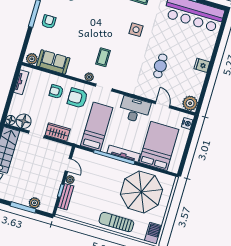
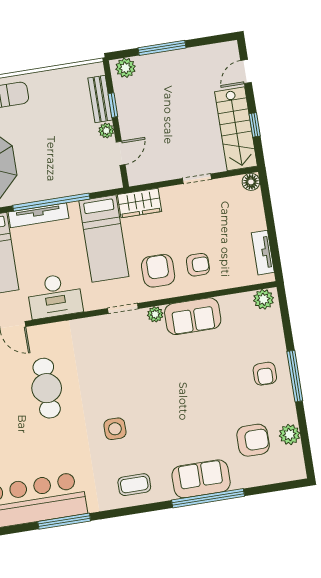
coffee table: (103, 57) -> (148, 358), removed
sofa: (53, 62) -> (193, 316), moved
cafe table: (160, 66) -> (47, 388), width x1.37, depth x1.35
armchair: (77, 98) -> (158, 271), turned -90
floor lamp: (24, 121) -> (228, 190), removed
wardrobe: (58, 132) -> (139, 203), moved
door: (68, 165) -> (121, 153), swing flipped
plant: (34, 203) -> (125, 68), moved

